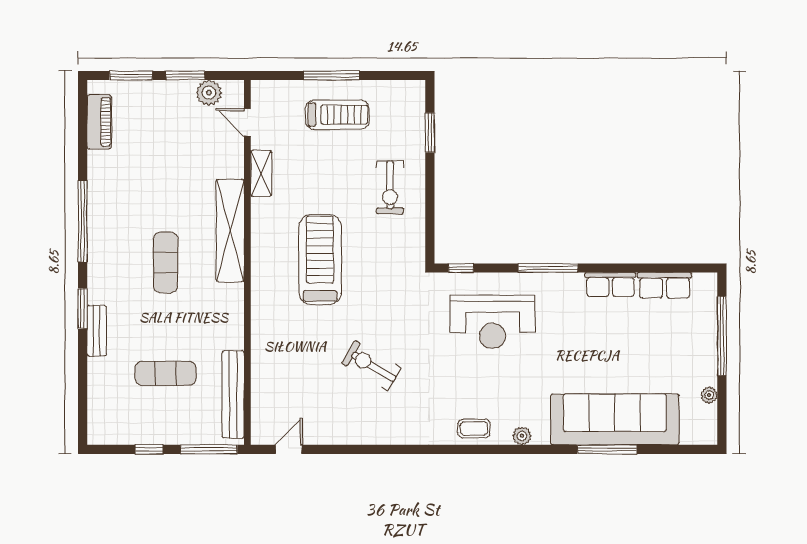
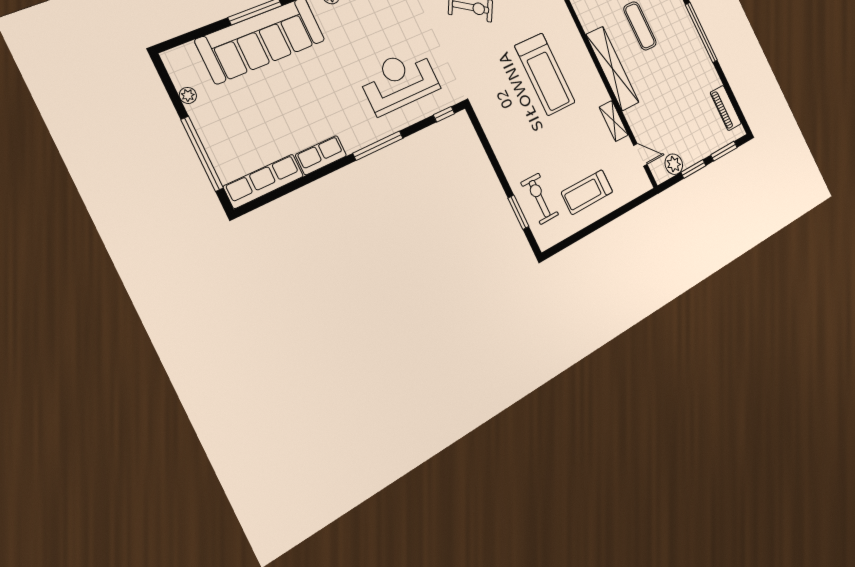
window: (331, 76) -> (605, 220), removed
exercise bike: (390, 188) -> (540, 199), moved
row of seats: (665, 285) -> (264, 181), width x1.48

